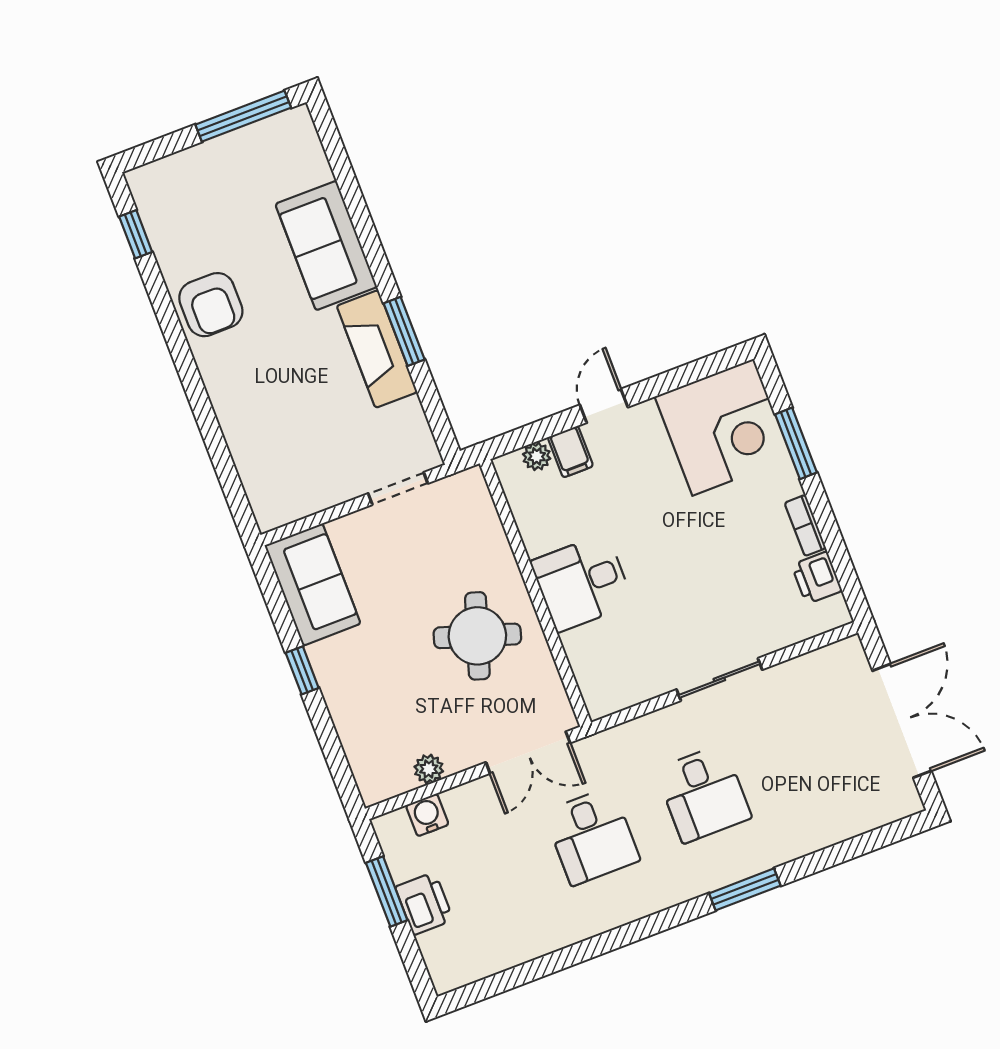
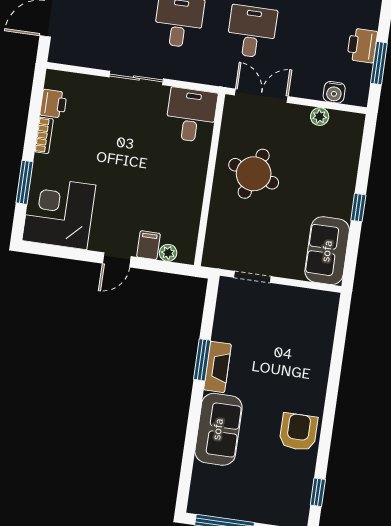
fireplace: (377, 349) -> (217, 367), width x0.73, depth x0.76
desk: (582, 583) -> (191, 115), moved, turned -90

